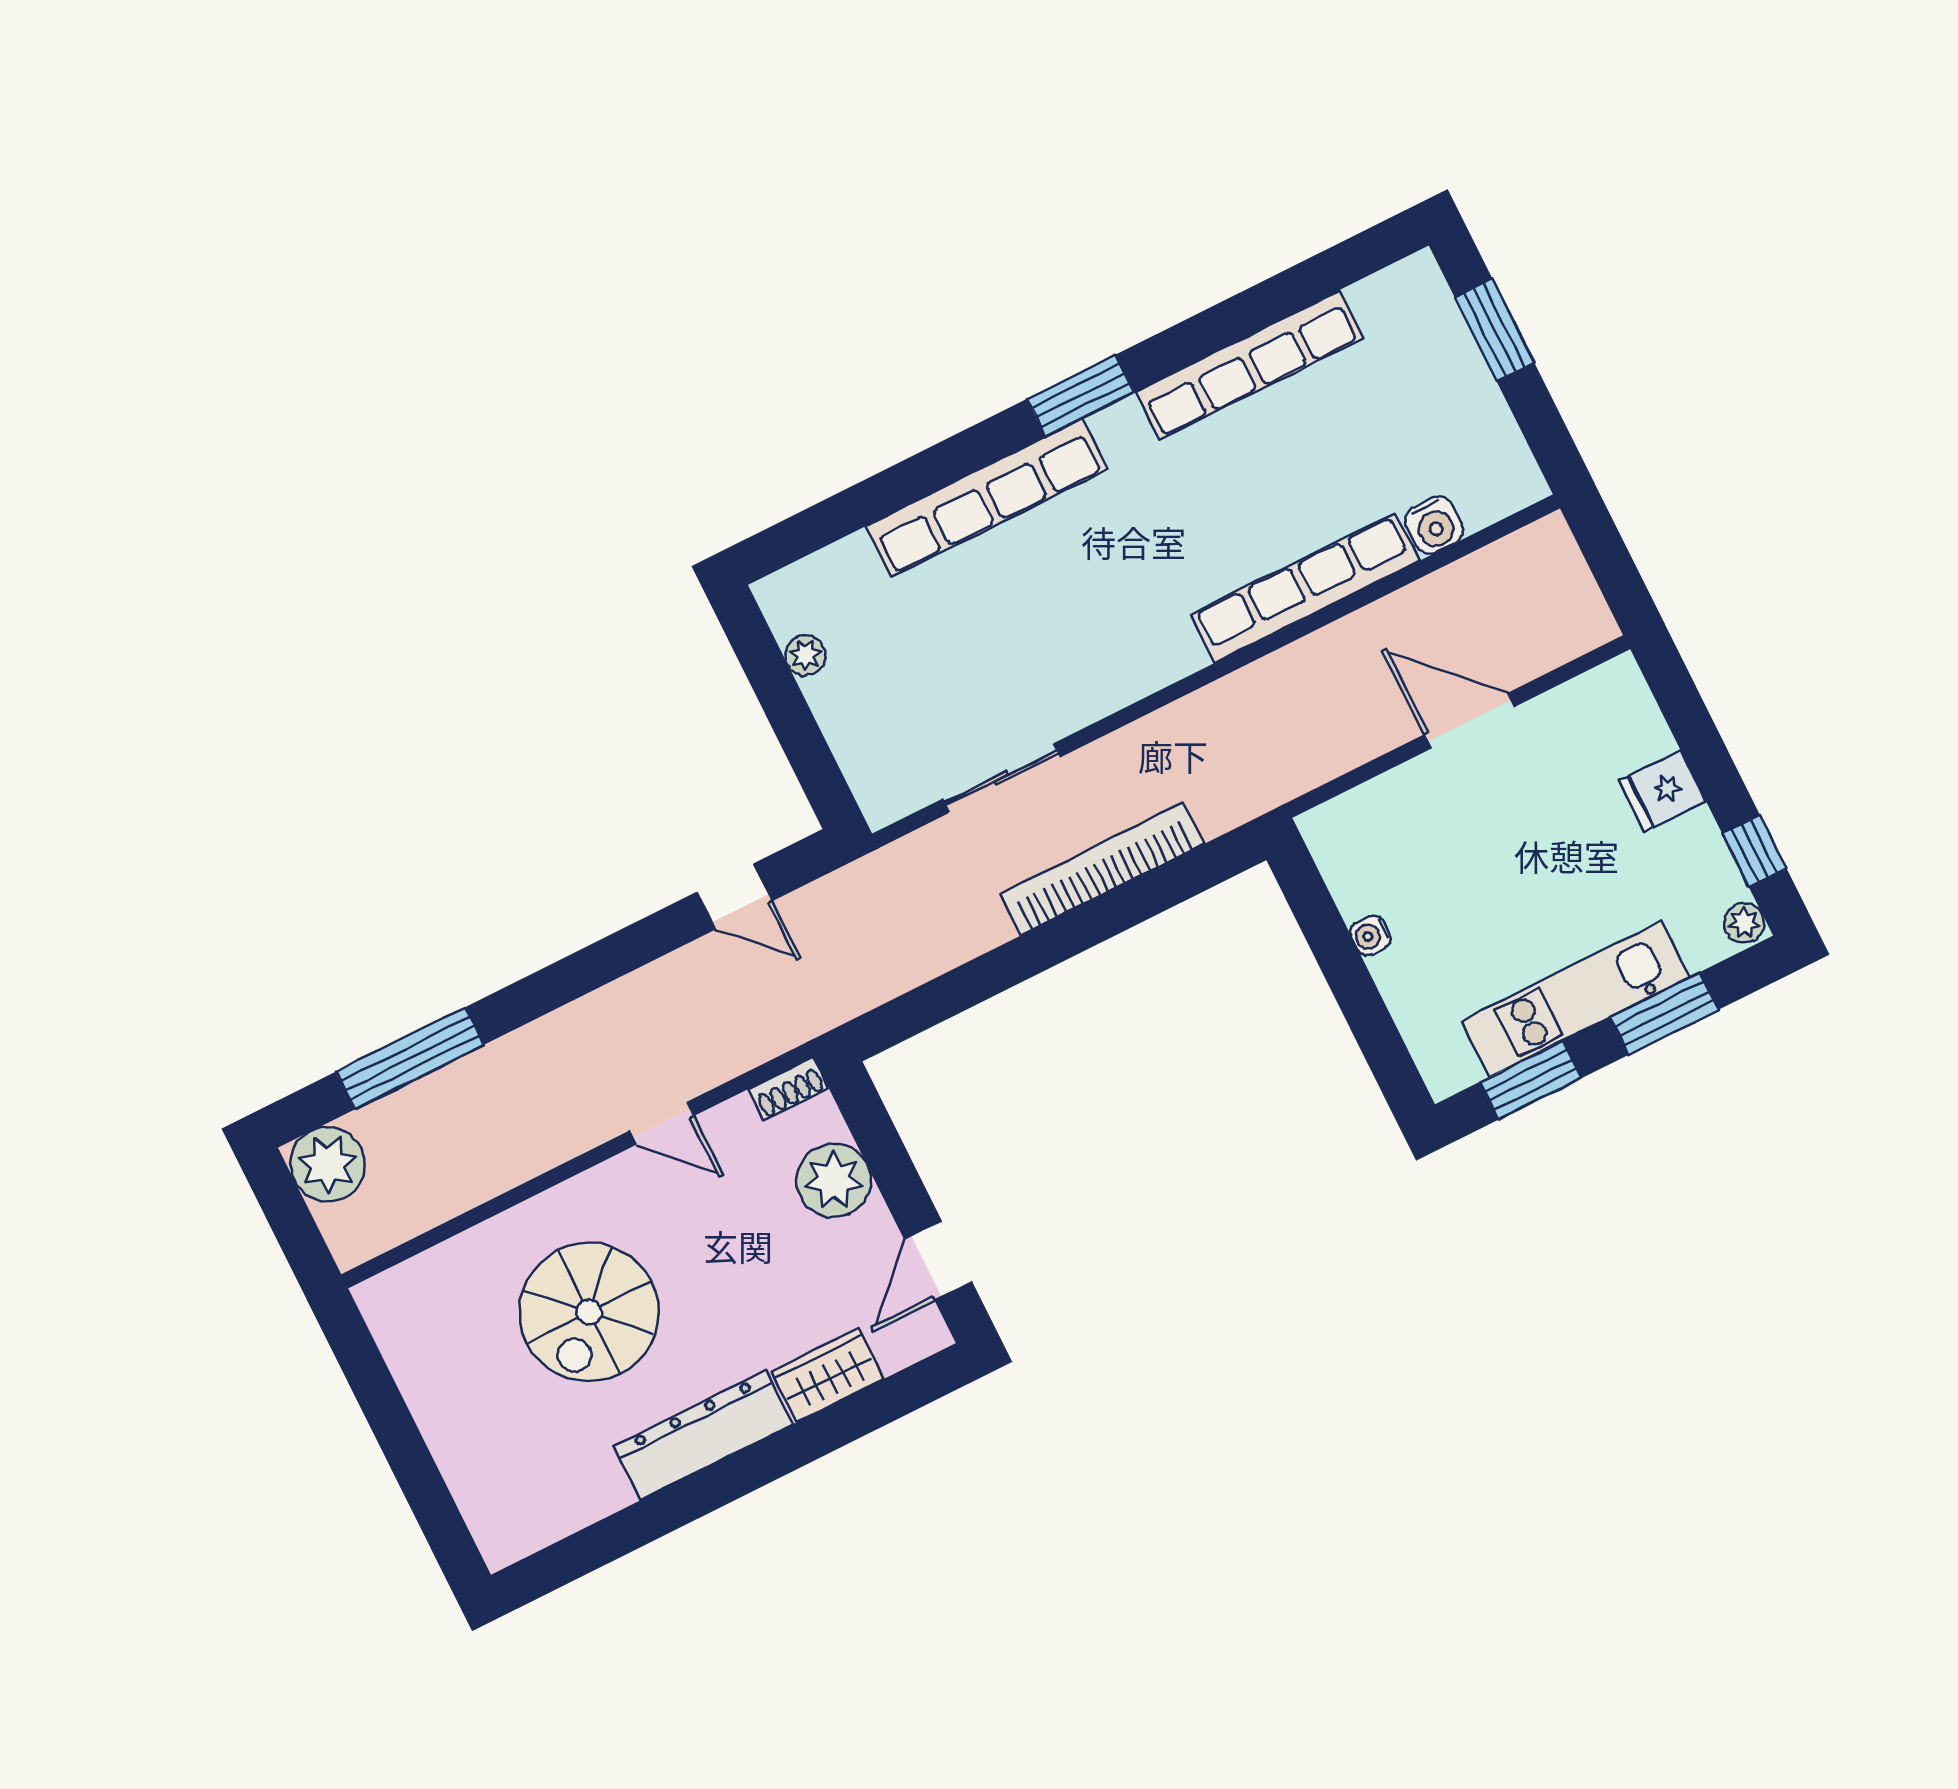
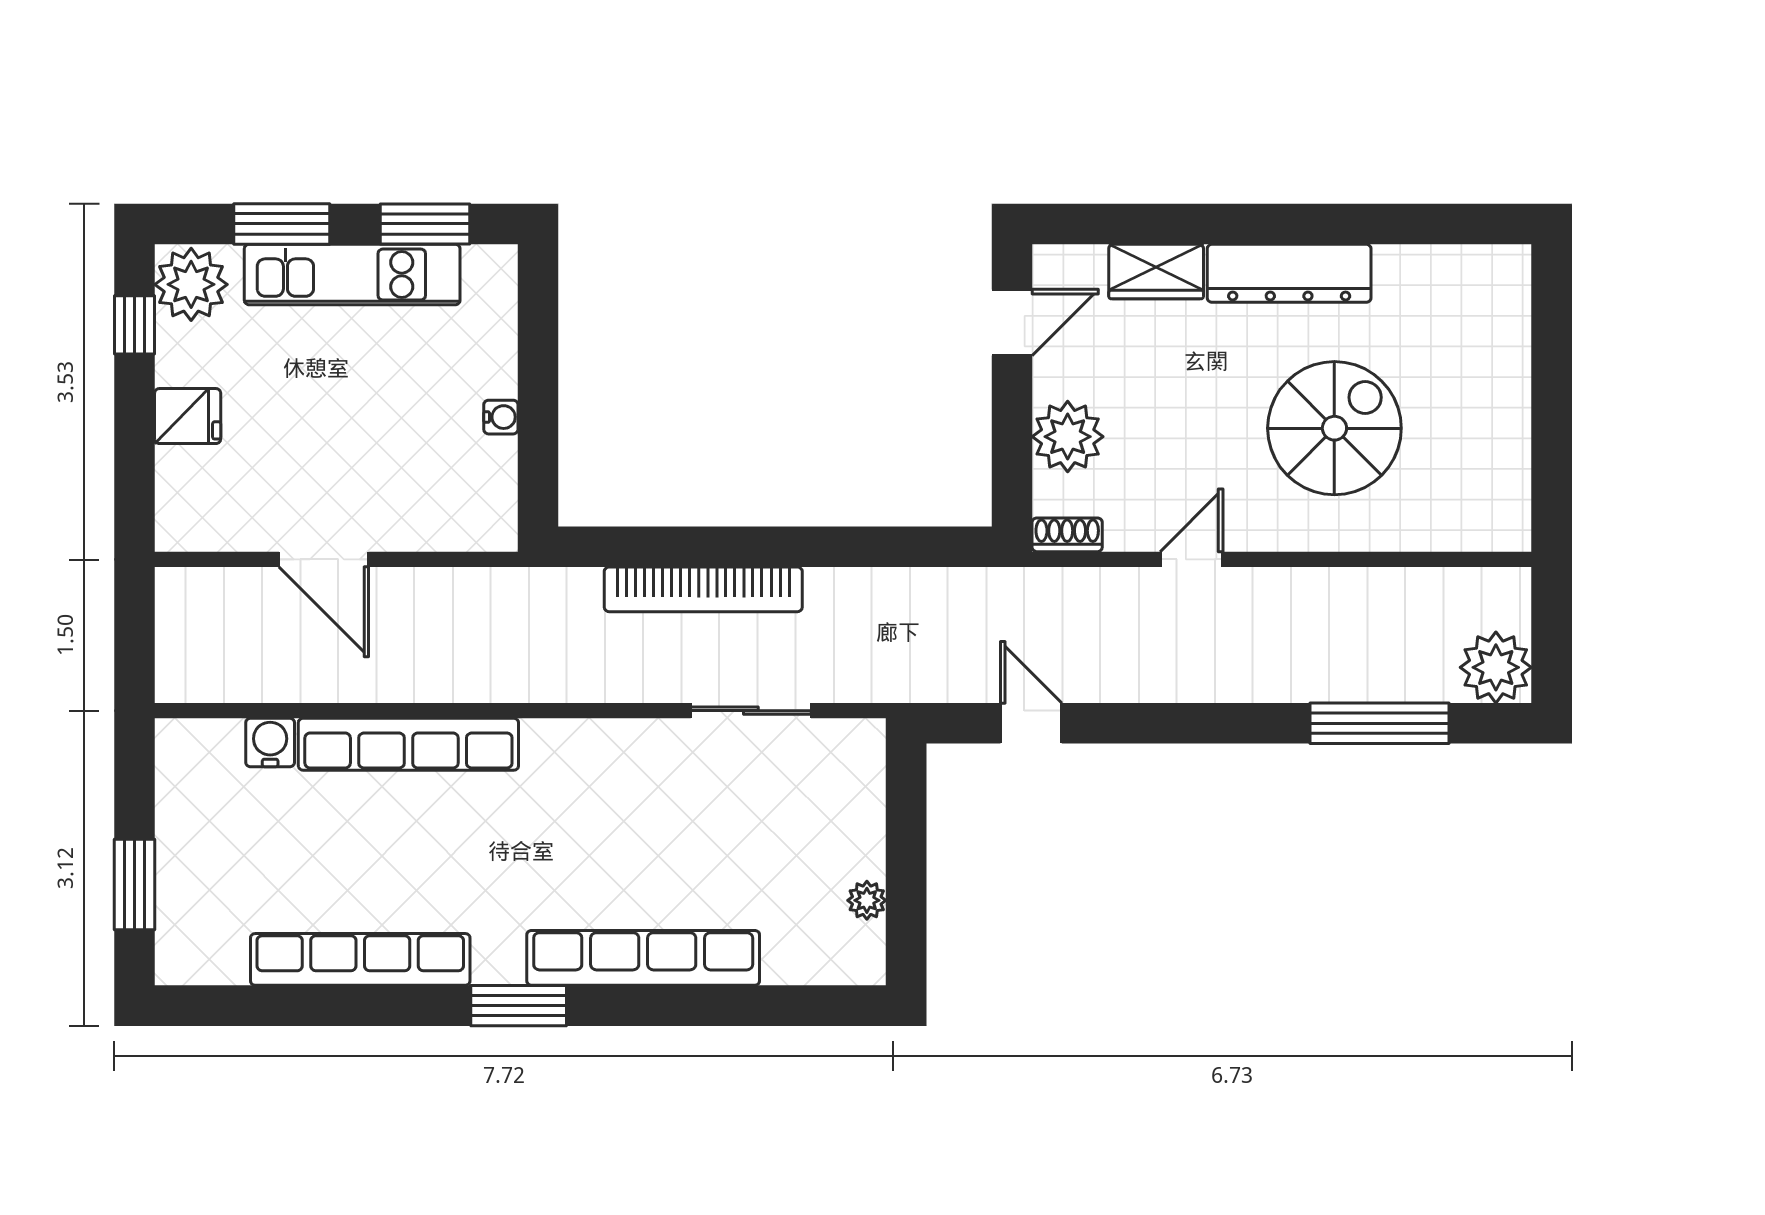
plant: (1744, 923) -> (191, 284), width x1.87, depth x1.87
door: (661, 1124) -> (1191, 559), hinge flipped

